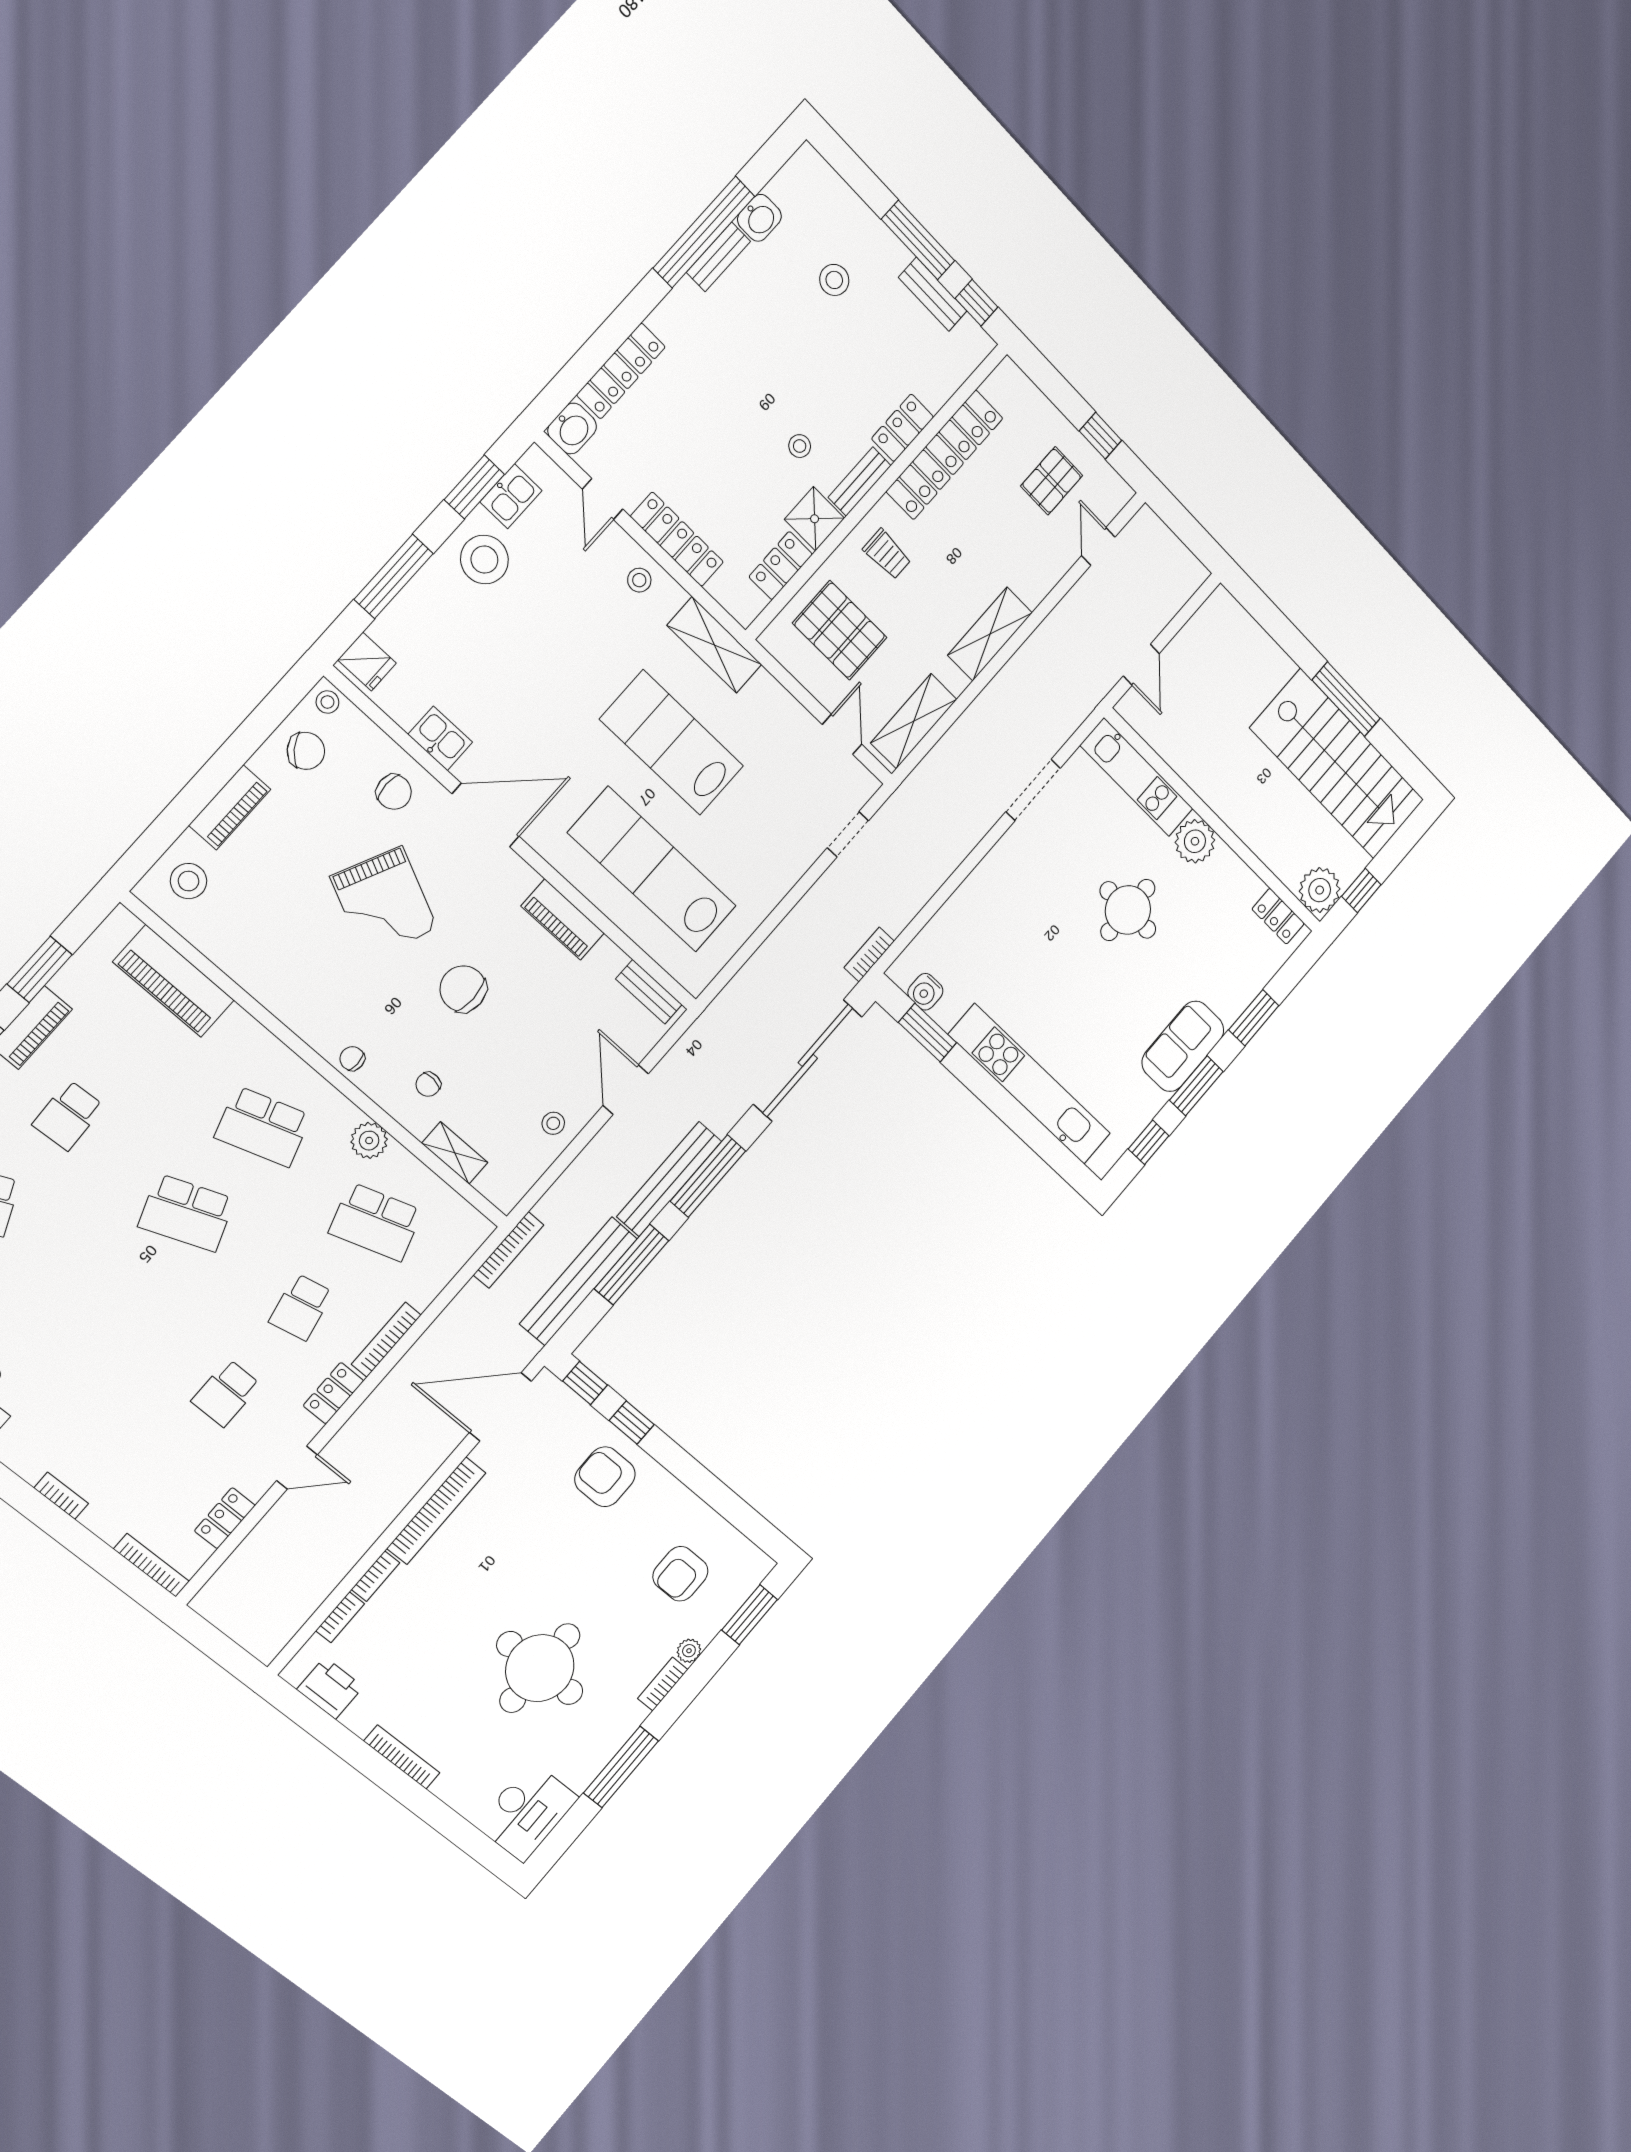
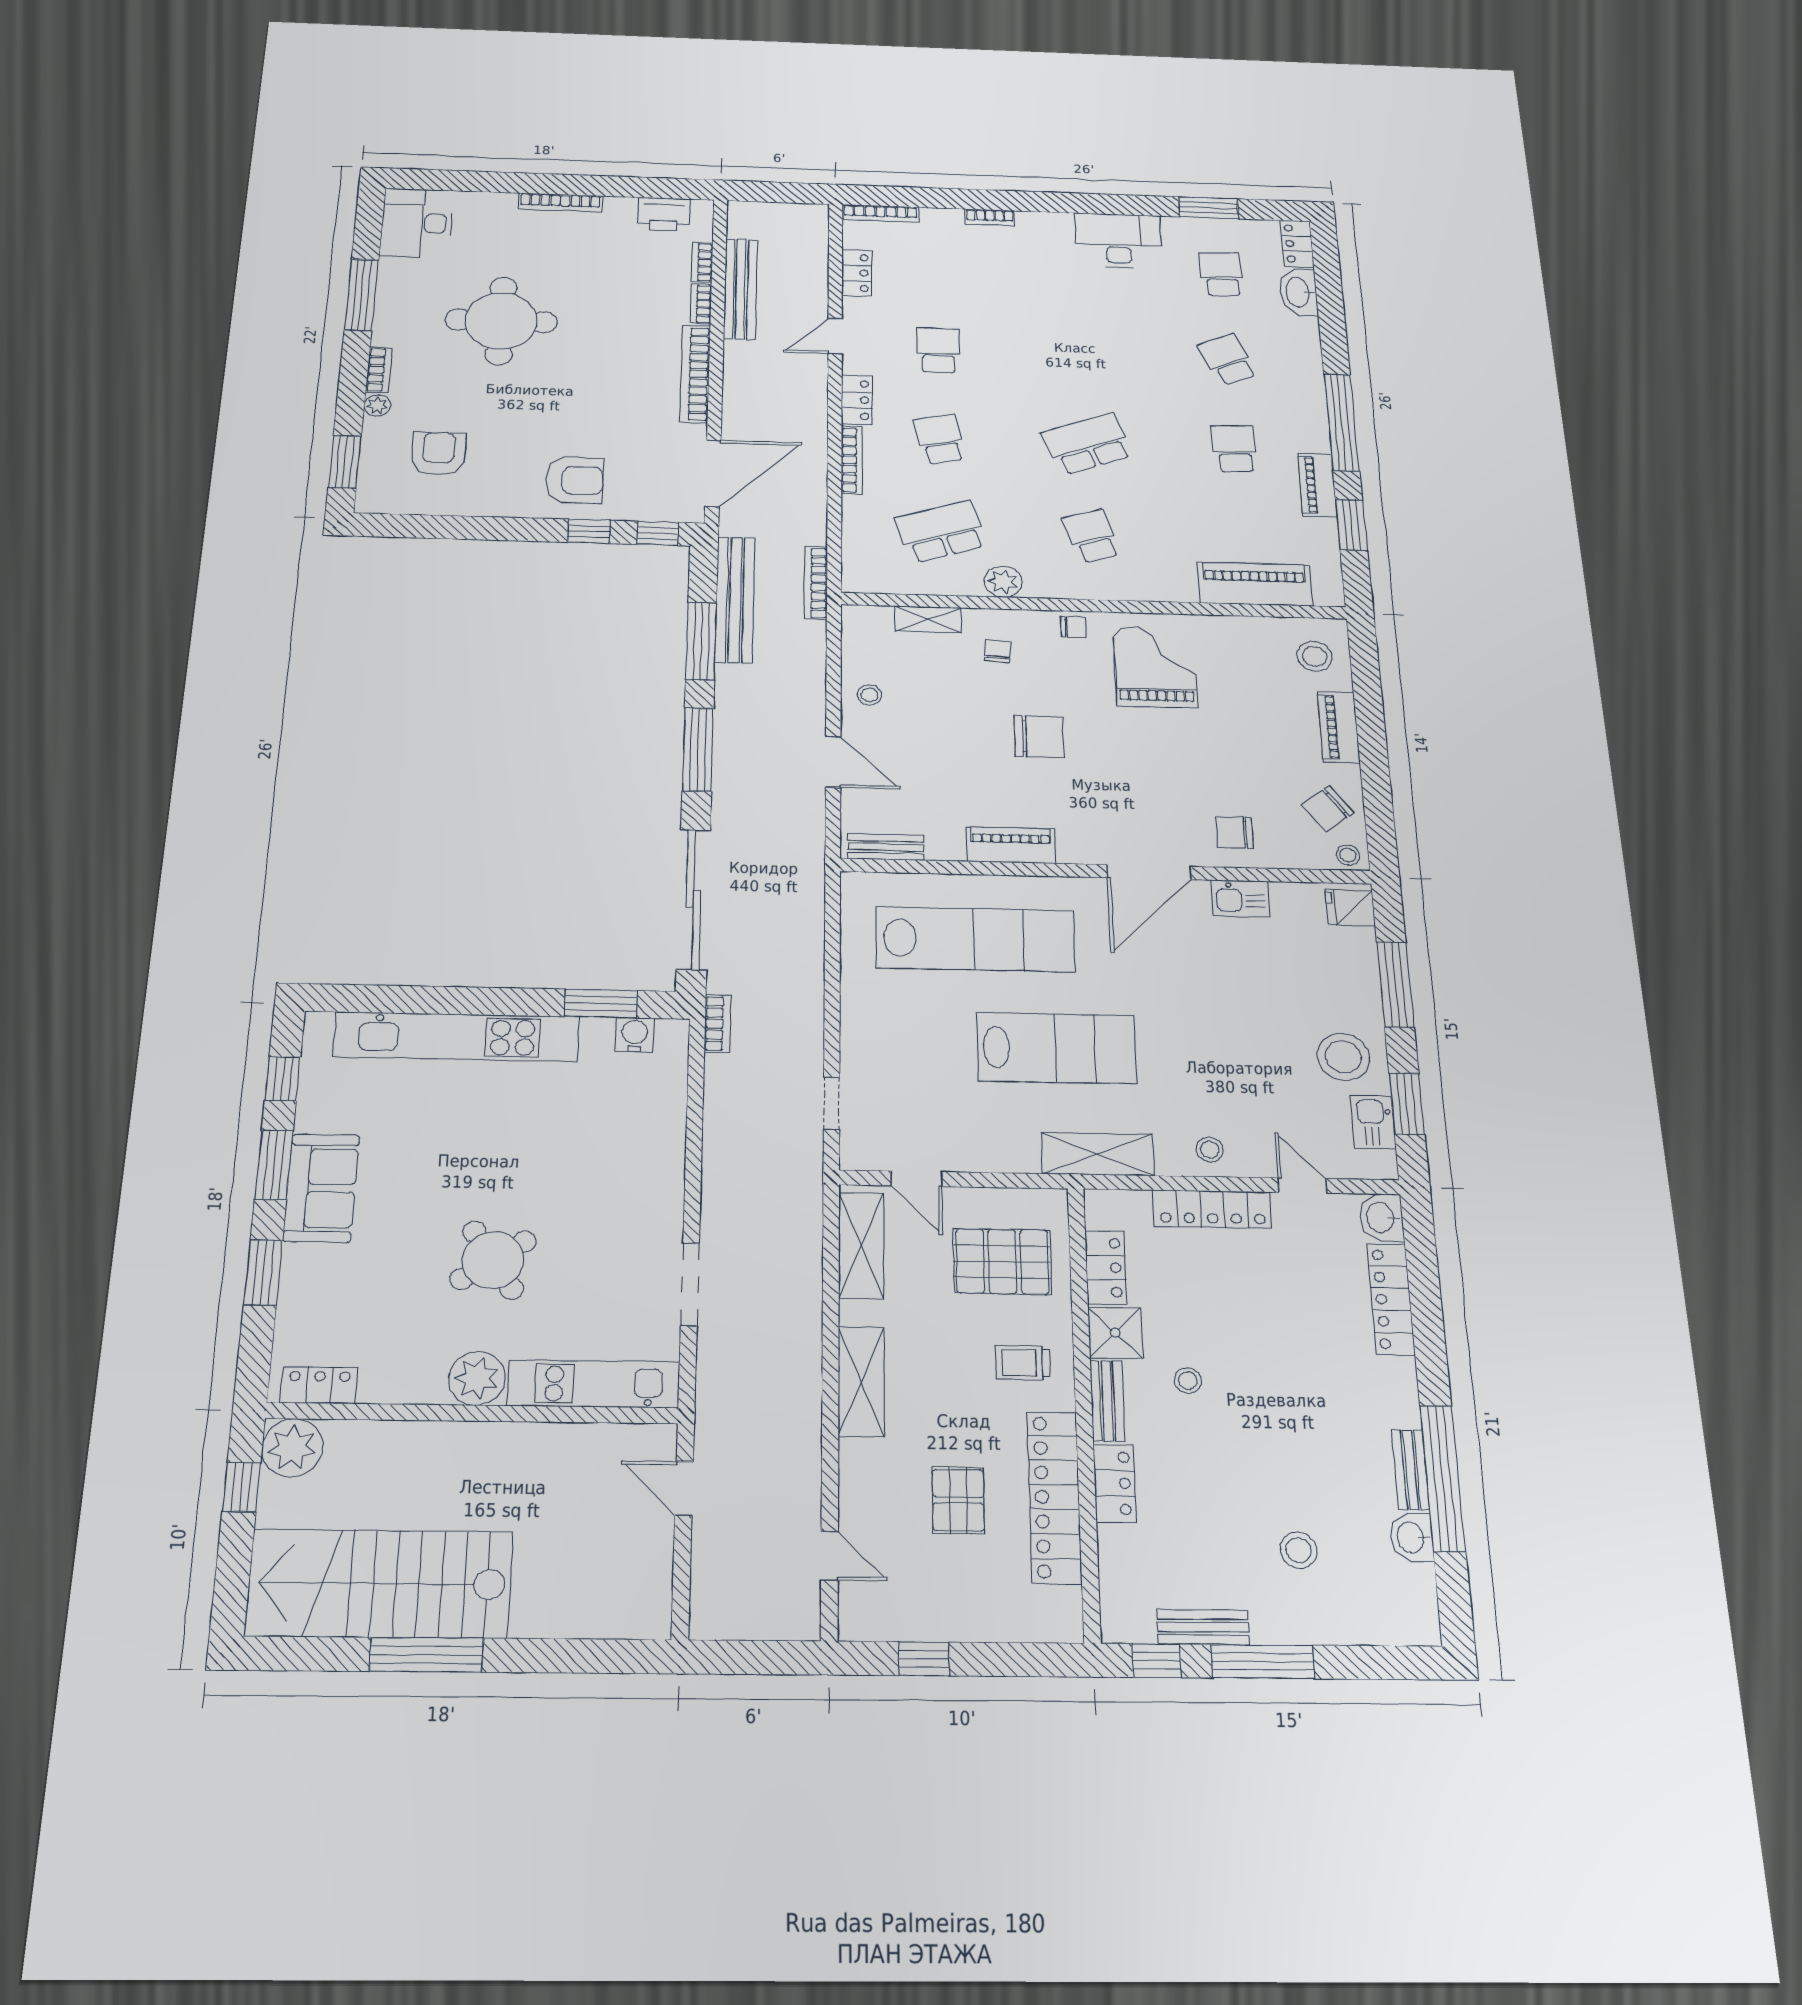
pallet: (1052, 481) -> (958, 1500), moved
grand piano: (384, 903) -> (1155, 667), moved, turned 65
round table: (1128, 910) -> (493, 1260), turned -34
school desk: (263, 1127) -> (1092, 536), width x0.54
bench: (669, 1179) -> (740, 289), moved

